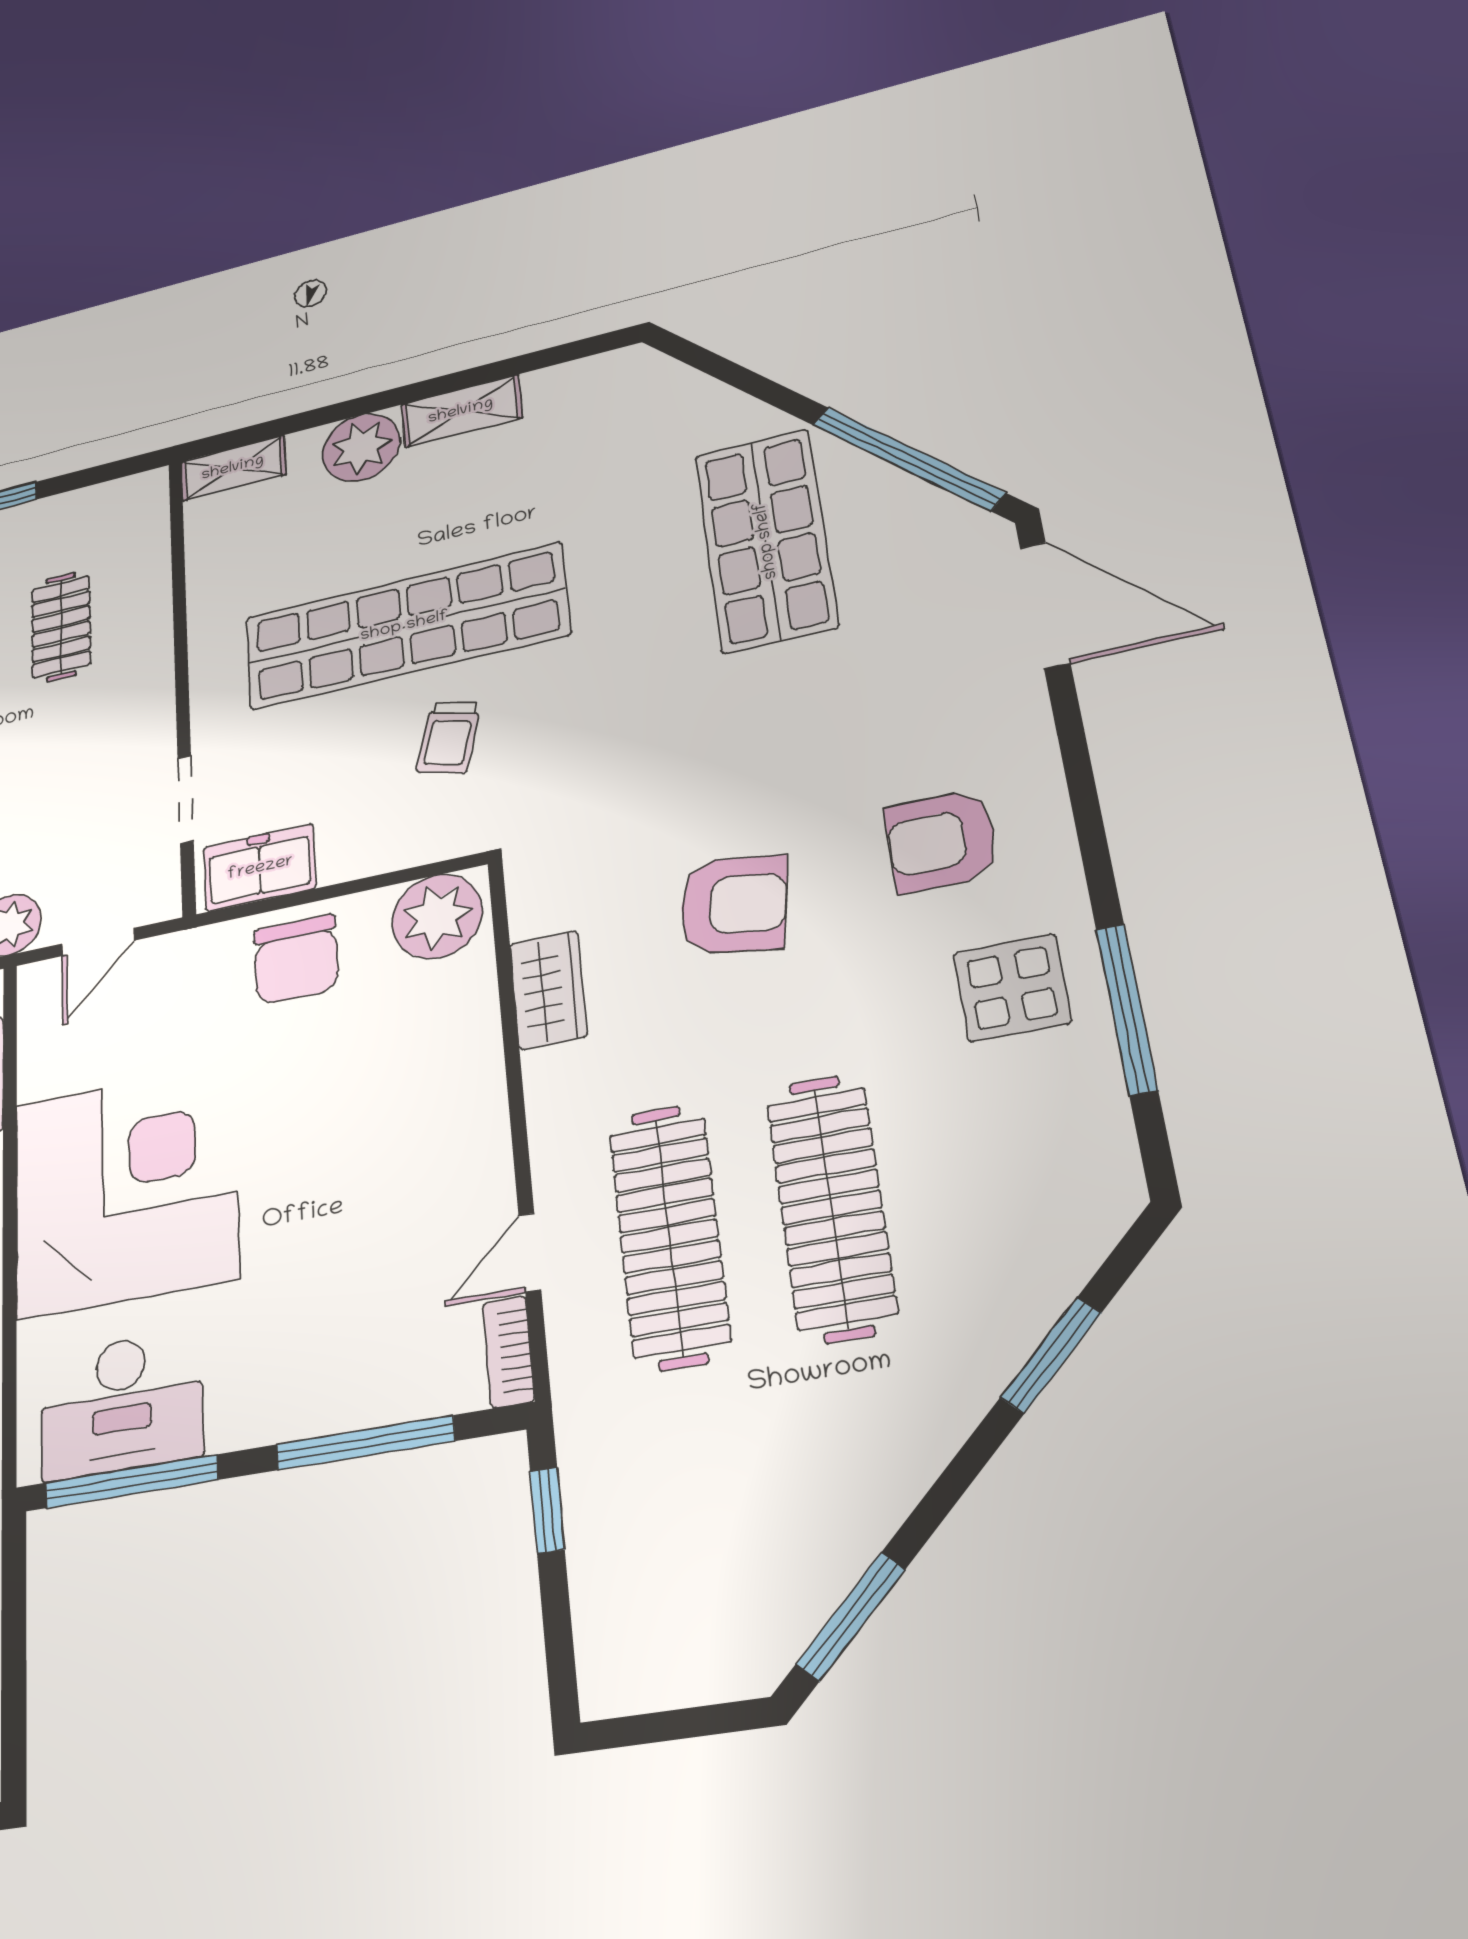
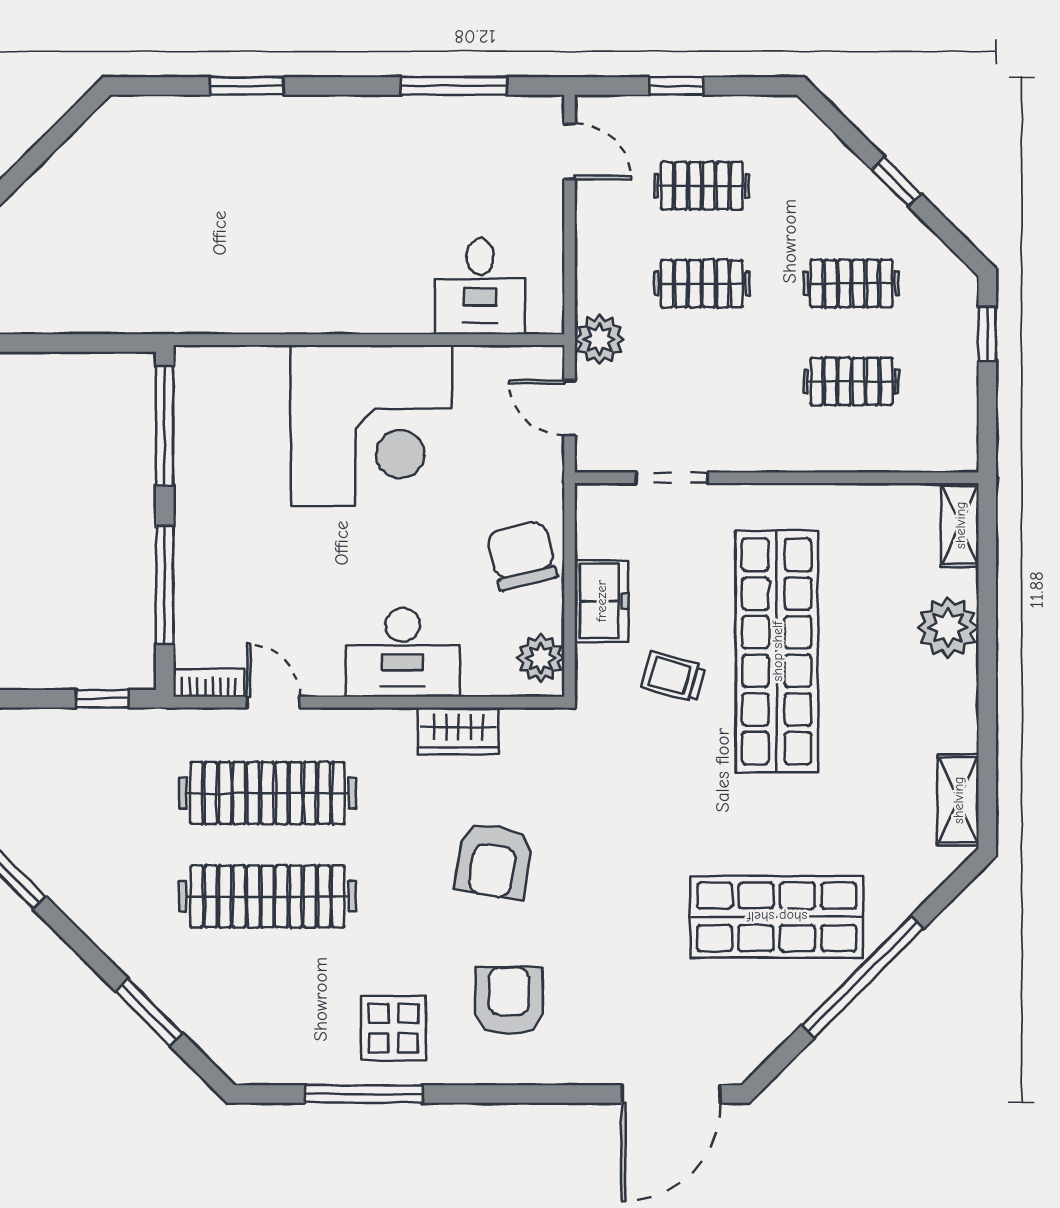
shelving: (461, 411) -> (958, 800), moved
window: (908, 458) -> (863, 977), moved
freezer: (260, 868) -> (601, 601), moved
plant: (437, 916) -> (541, 658), width x0.73, depth x0.73
chair: (296, 959) -> (522, 555), turned 76
desk: (121, 1405) -> (403, 652), moved, turned -90

